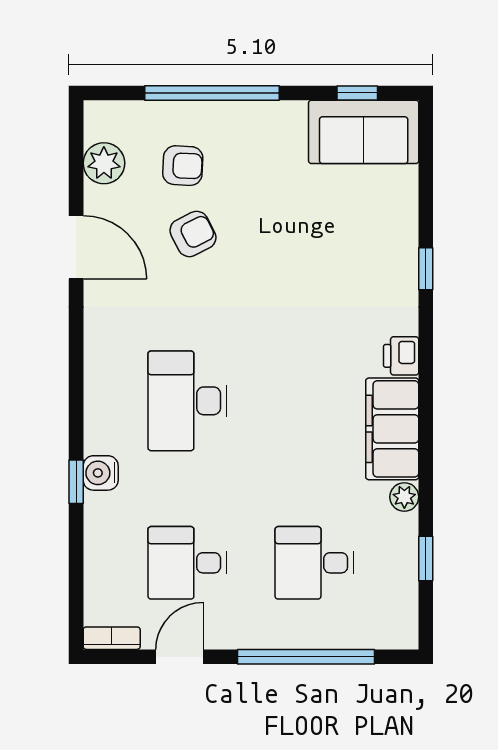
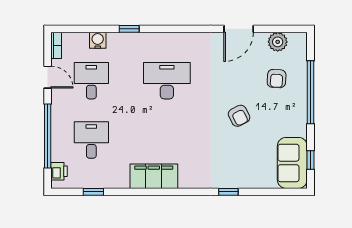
armchair: (193, 234) -> (239, 116), moved
printer: (401, 356) -> (59, 171), moved, turned 90
water cooler: (101, 473) -> (98, 40), moved
plant: (404, 497) -> (122, 182), removed

